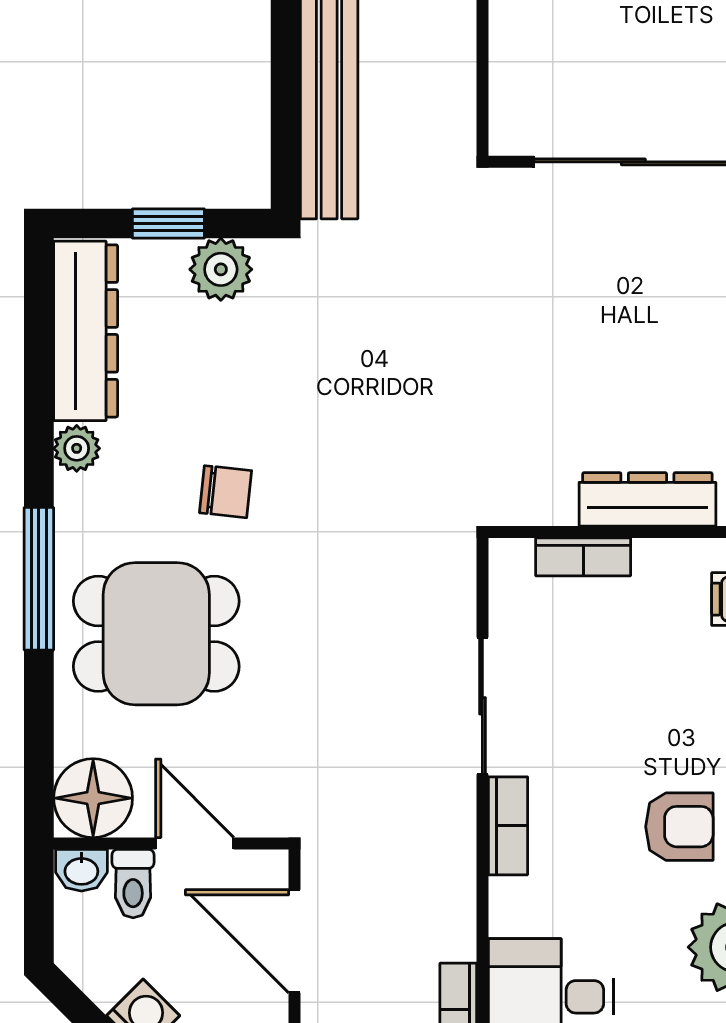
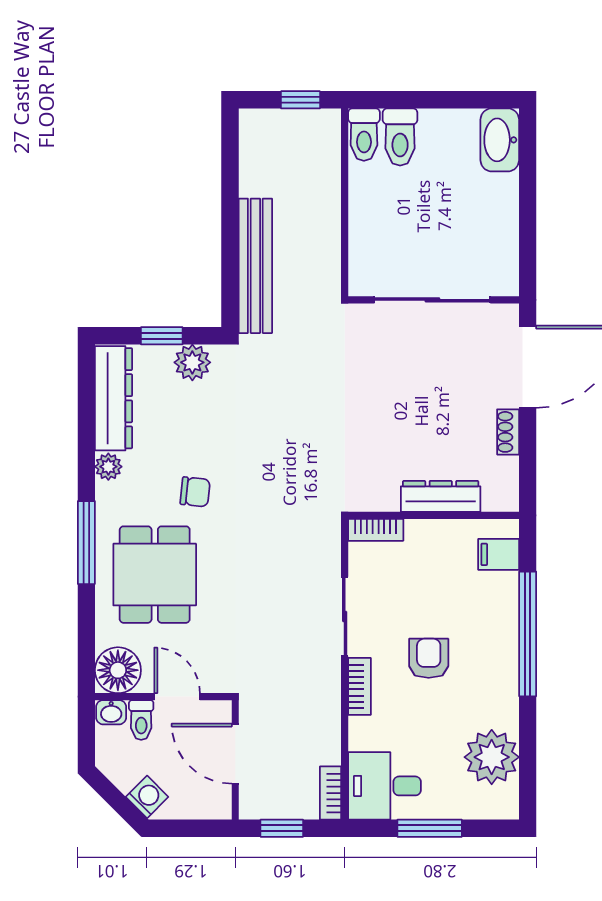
bookcase: (583, 557) -> (376, 530), moved
dining table: (156, 634) -> (155, 575), turned 90
armchair: (679, 827) -> (429, 658), moved, turned -90

